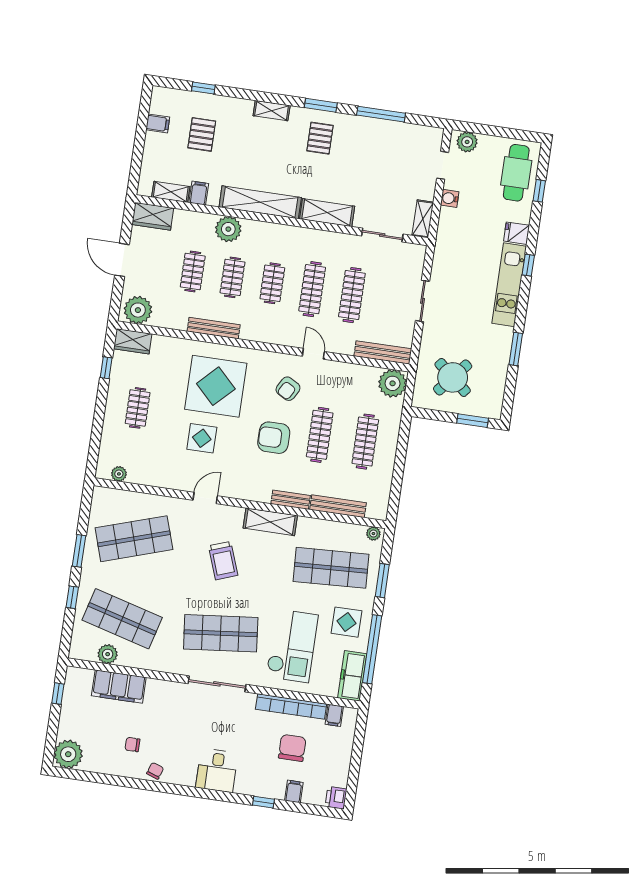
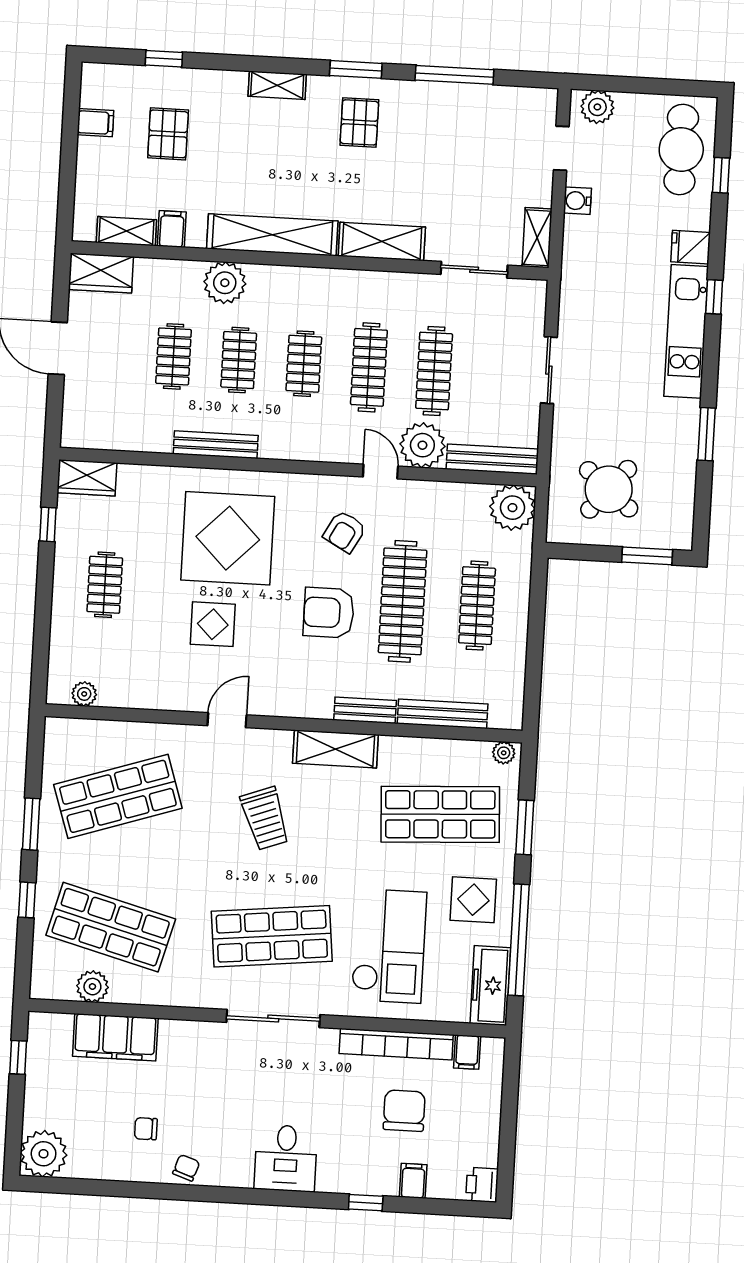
plant: (138, 310) -> (422, 445), moved
clothes rail: (320, 435) -> (403, 601), width x1.37, depth x1.31

